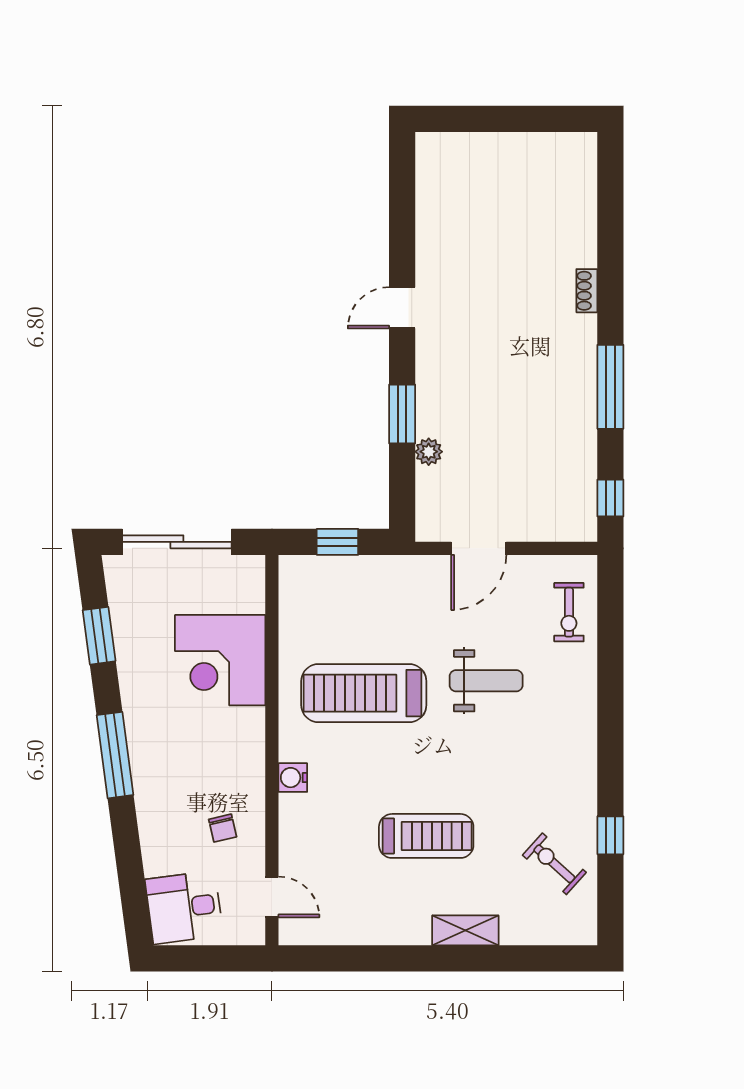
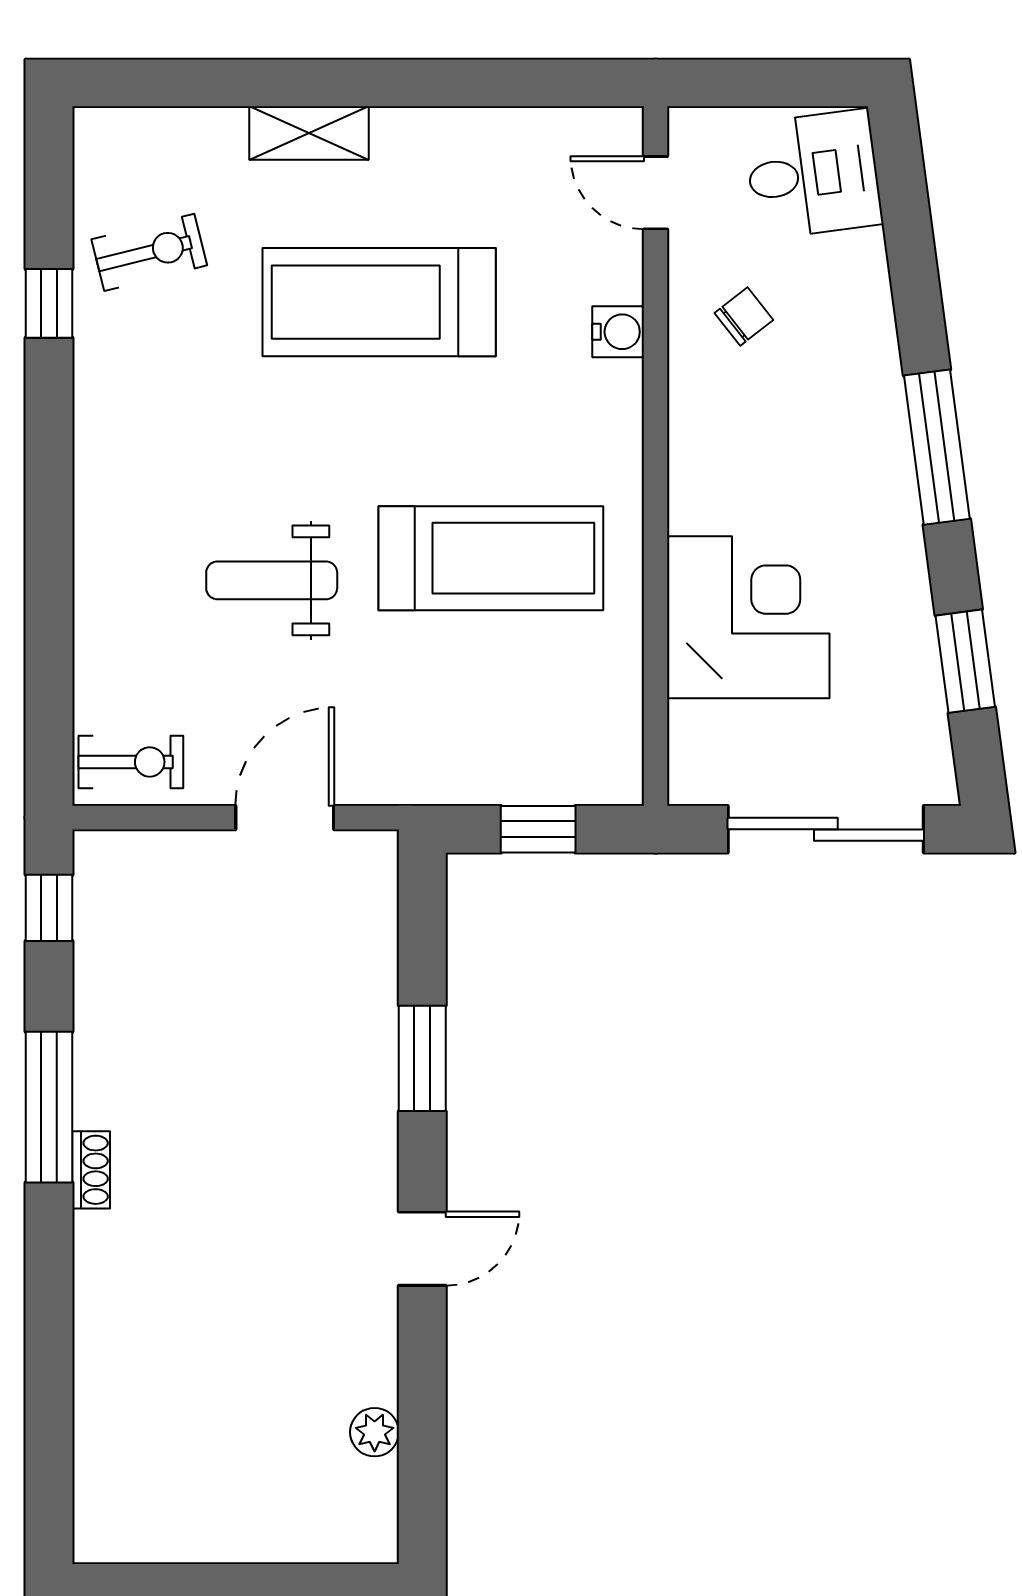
shoe rack: (587, 291) -> (91, 1170), moved
plant: (429, 452) -> (375, 1432), moved
exercise bike: (569, 612) -> (131, 762), moved, turned 90
water cooler: (293, 778) -> (618, 332), moved
chair: (223, 828) -> (744, 316), turned 65
treadmill: (426, 836) -> (379, 302), width x1.37, depth x1.38
exercise bike: (554, 864) -> (149, 252), turned -56

